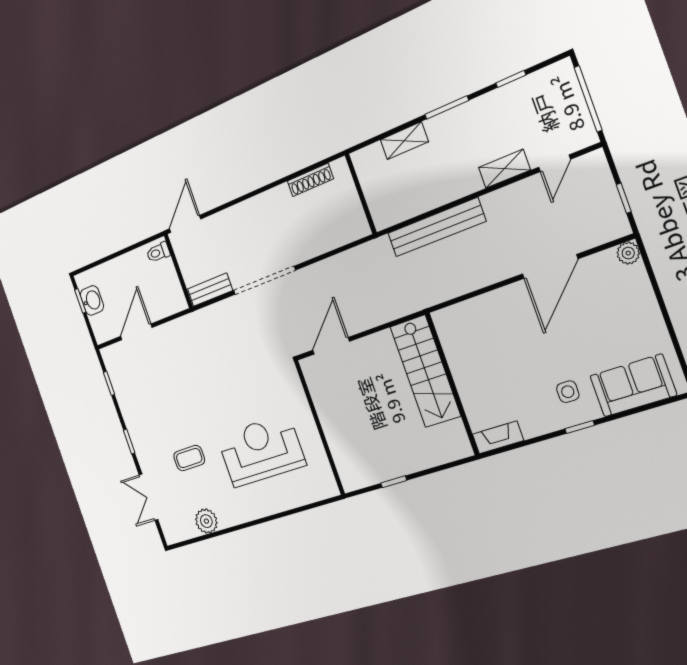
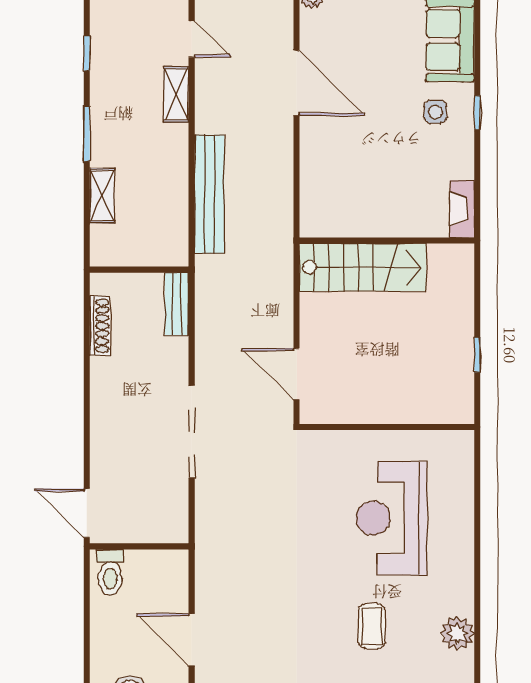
toilet: (158, 252) -> (110, 572), width x1.37, depth x1.39
bench: (210, 290) -> (177, 304), moved

